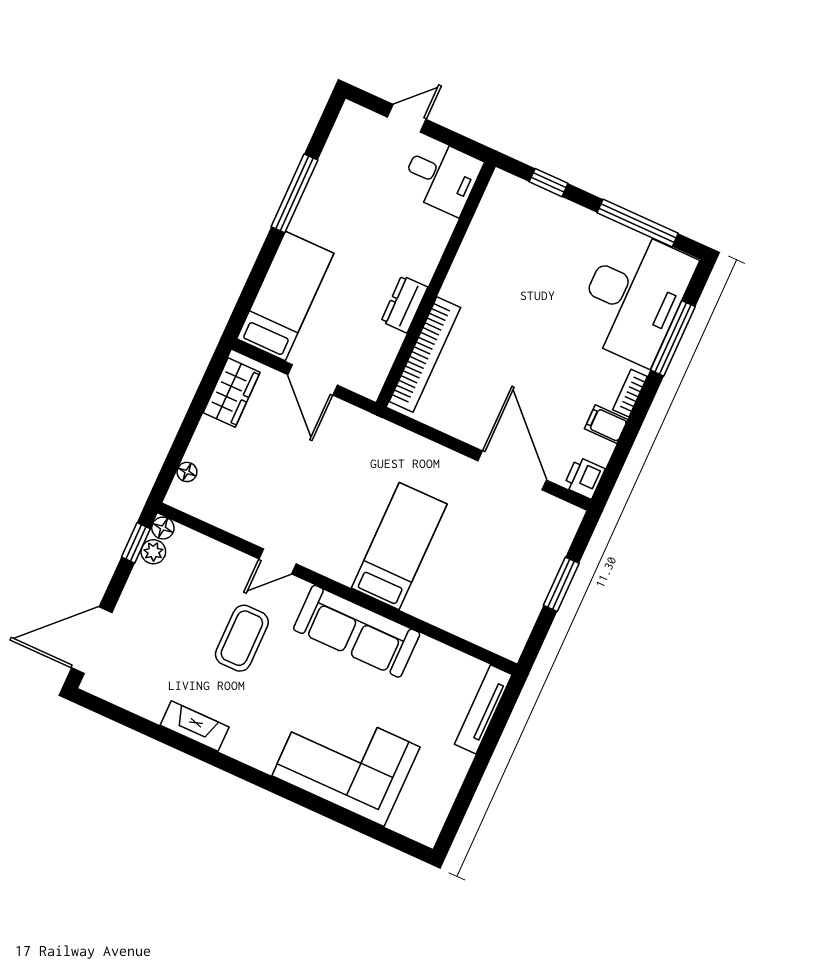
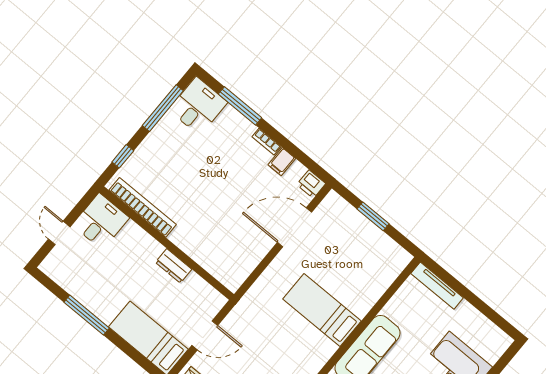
desk: (634, 297) -> (198, 106), width x0.53, depth x0.77
bookcase: (425, 354) -> (143, 207), moved

